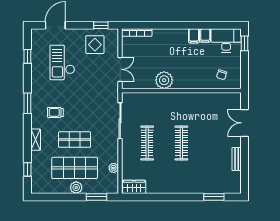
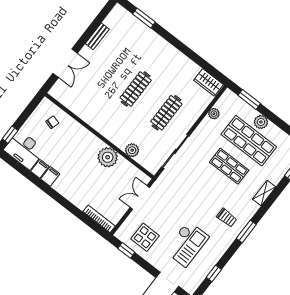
plant: (151, 98) -> (132, 150), added
trolley: (55, 112) -> (227, 218), moved

